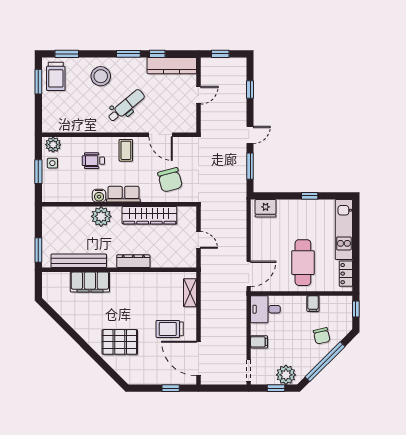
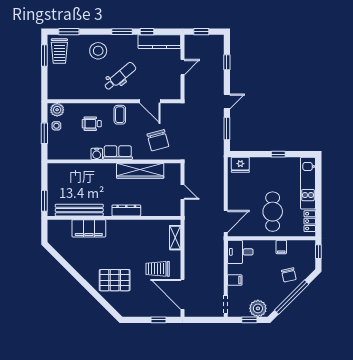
plant: (101, 216) -> (99, 172), removed

